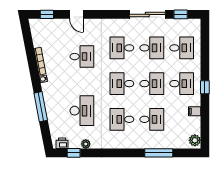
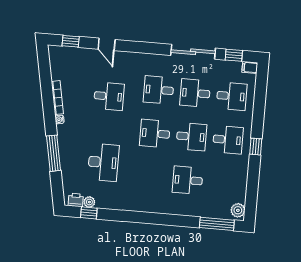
desk: (152, 48) -> (195, 93), turned 180
filing cabinet: (195, 111) -> (250, 67), moved
desk: (122, 119) -> (151, 177), removed
desk: (152, 119) -> (188, 180), turned 180
plant: (86, 144) -> (89, 202), moved
window: (159, 153) -> (217, 224), moved

